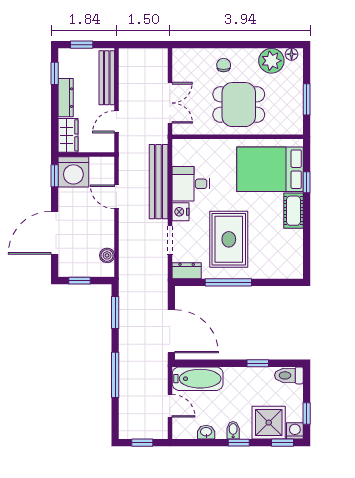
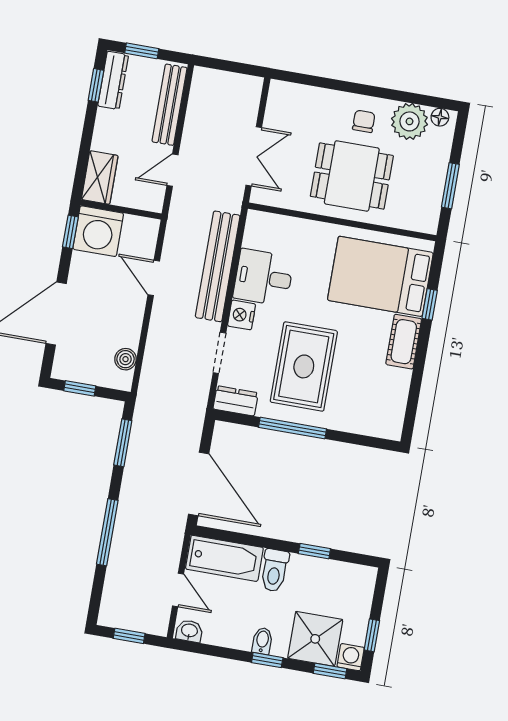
chair: (224, 65) -> (364, 121), moved
dresser: (66, 98) -> (113, 80), moved
toilet: (289, 375) -> (274, 570), moved, turned -90
washbasin: (206, 432) -> (189, 631), moved

